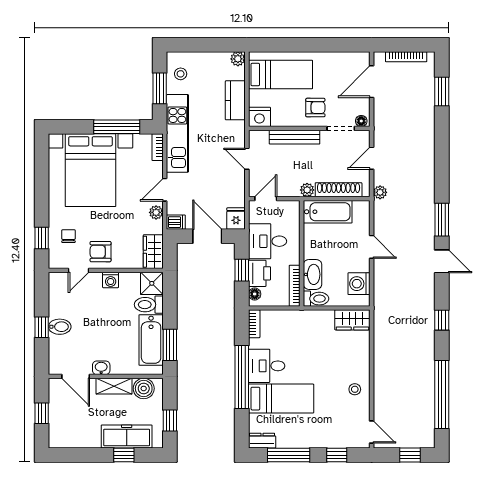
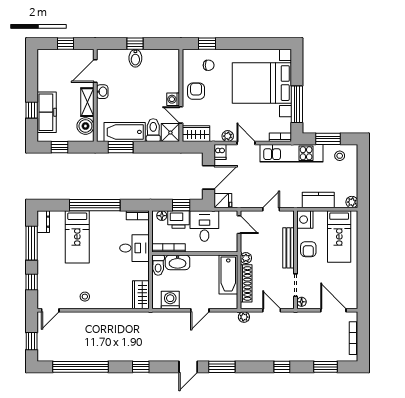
armchair: (315, 108) -> (308, 249), moved
window: (442, 145) -> (282, 367), added
door: (79, 270) -> (181, 115), moved
desk: (267, 366) -> (134, 248), moved, turned 90

